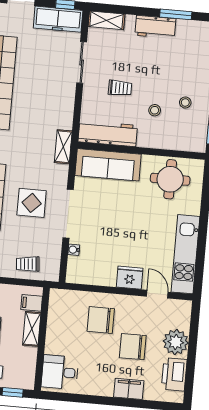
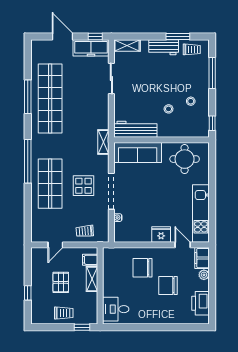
trolley: (120, 88) -> (192, 49), moved
plant: (176, 342) -> (204, 275), width x0.53, depth x0.53
filing cabinet: (129, 389) -> (202, 258), moved, turned -90

